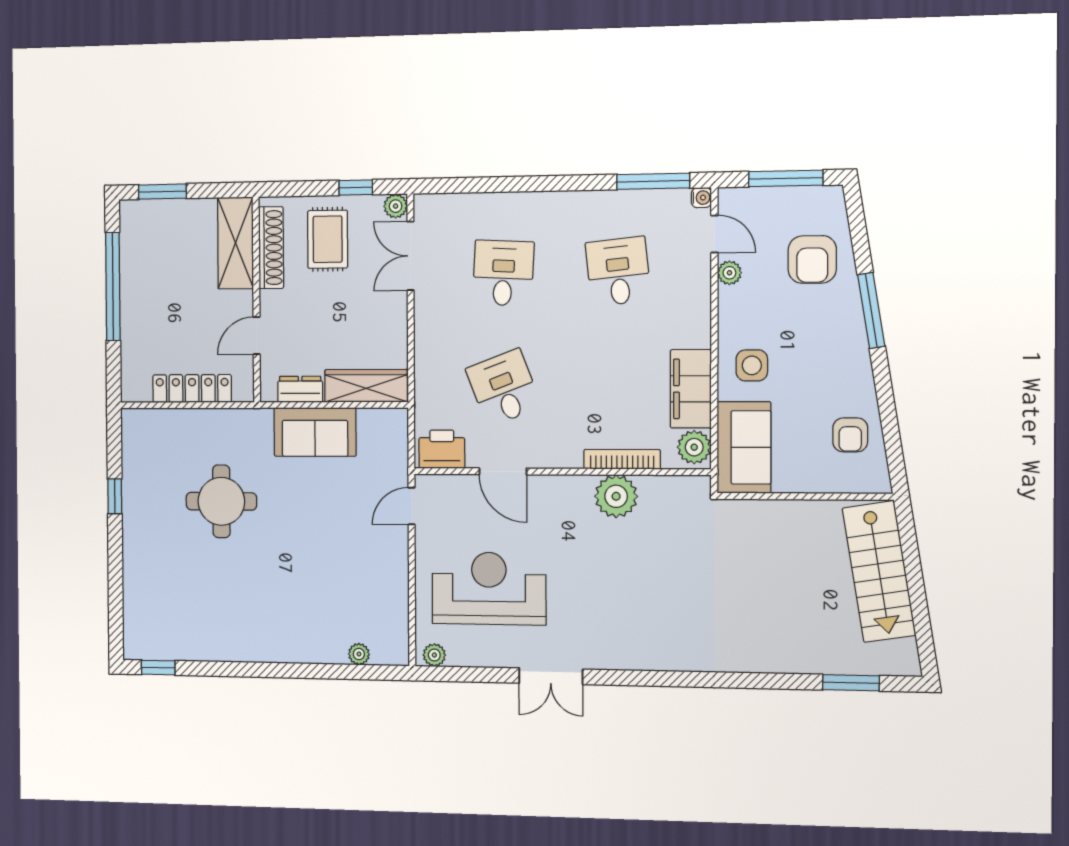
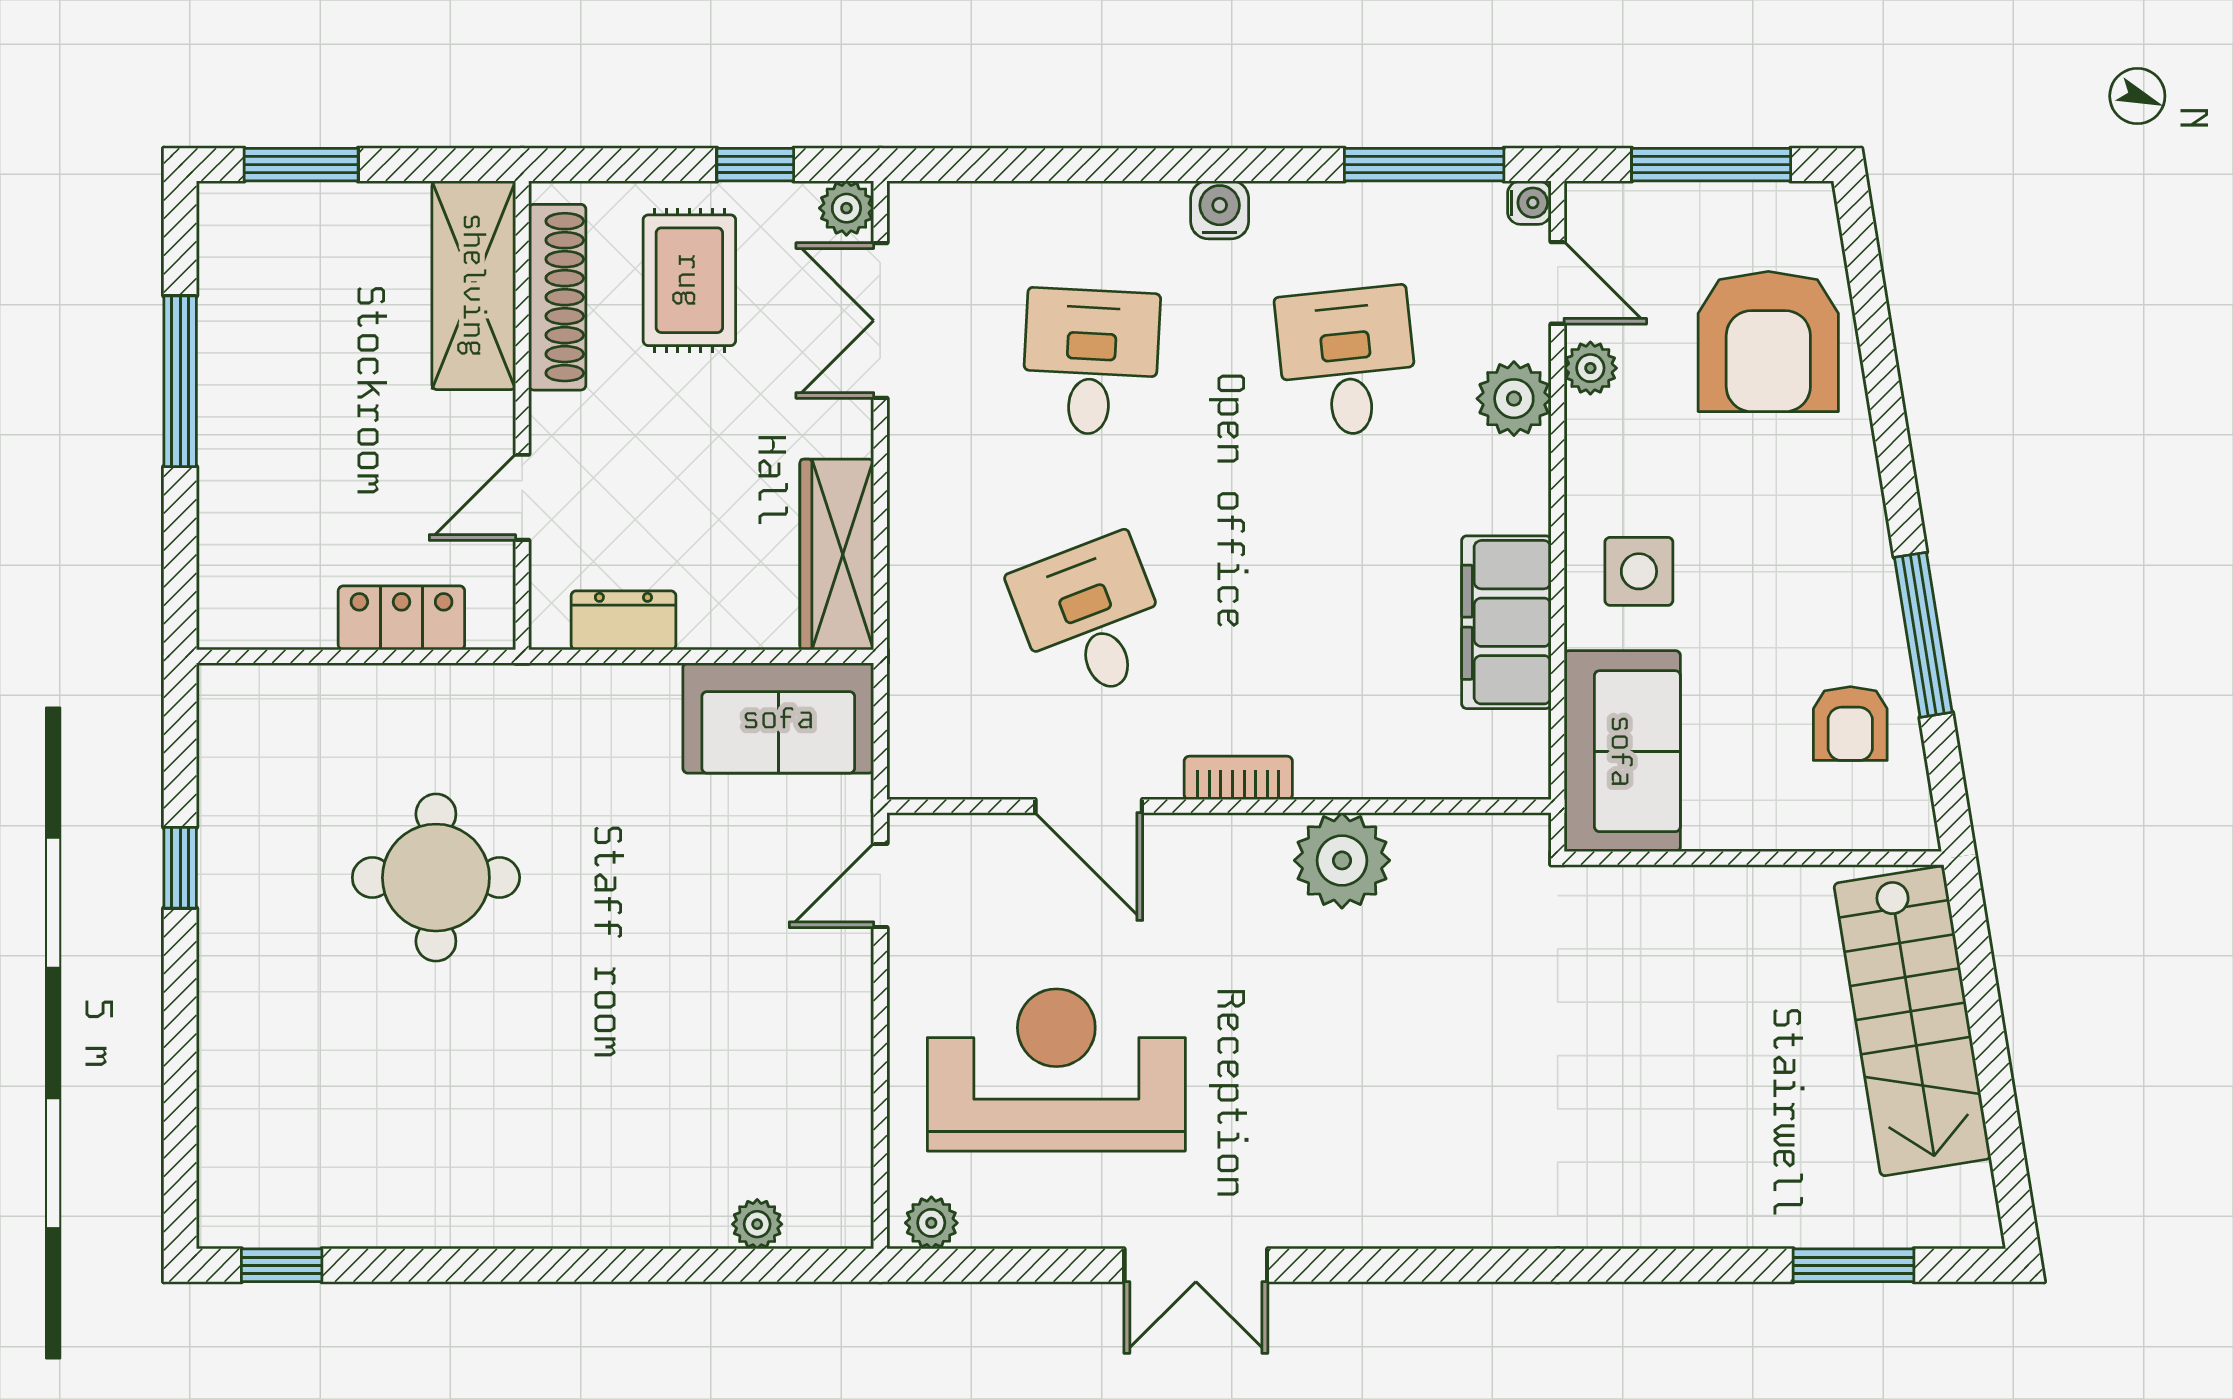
water cooler: (561, 204) -> (1220, 210), added
armchair: (812, 259) -> (1768, 341), width x1.36, depth x1.36
window: (113, 287) -> (180, 381), width x0.68
window: (871, 310) -> (1923, 635), moved
wardrobe: (366, 386) -> (837, 554), moved, turned -90
locker: (192, 389) -> (401, 618), width x0.66
sofa: (315, 432) -> (778, 718), moved
plant: (694, 447) -> (1514, 399), moved
printer: (442, 449) -> (950, 756), removed
bookcase: (622, 459) -> (1238, 778), moved, width x0.64

